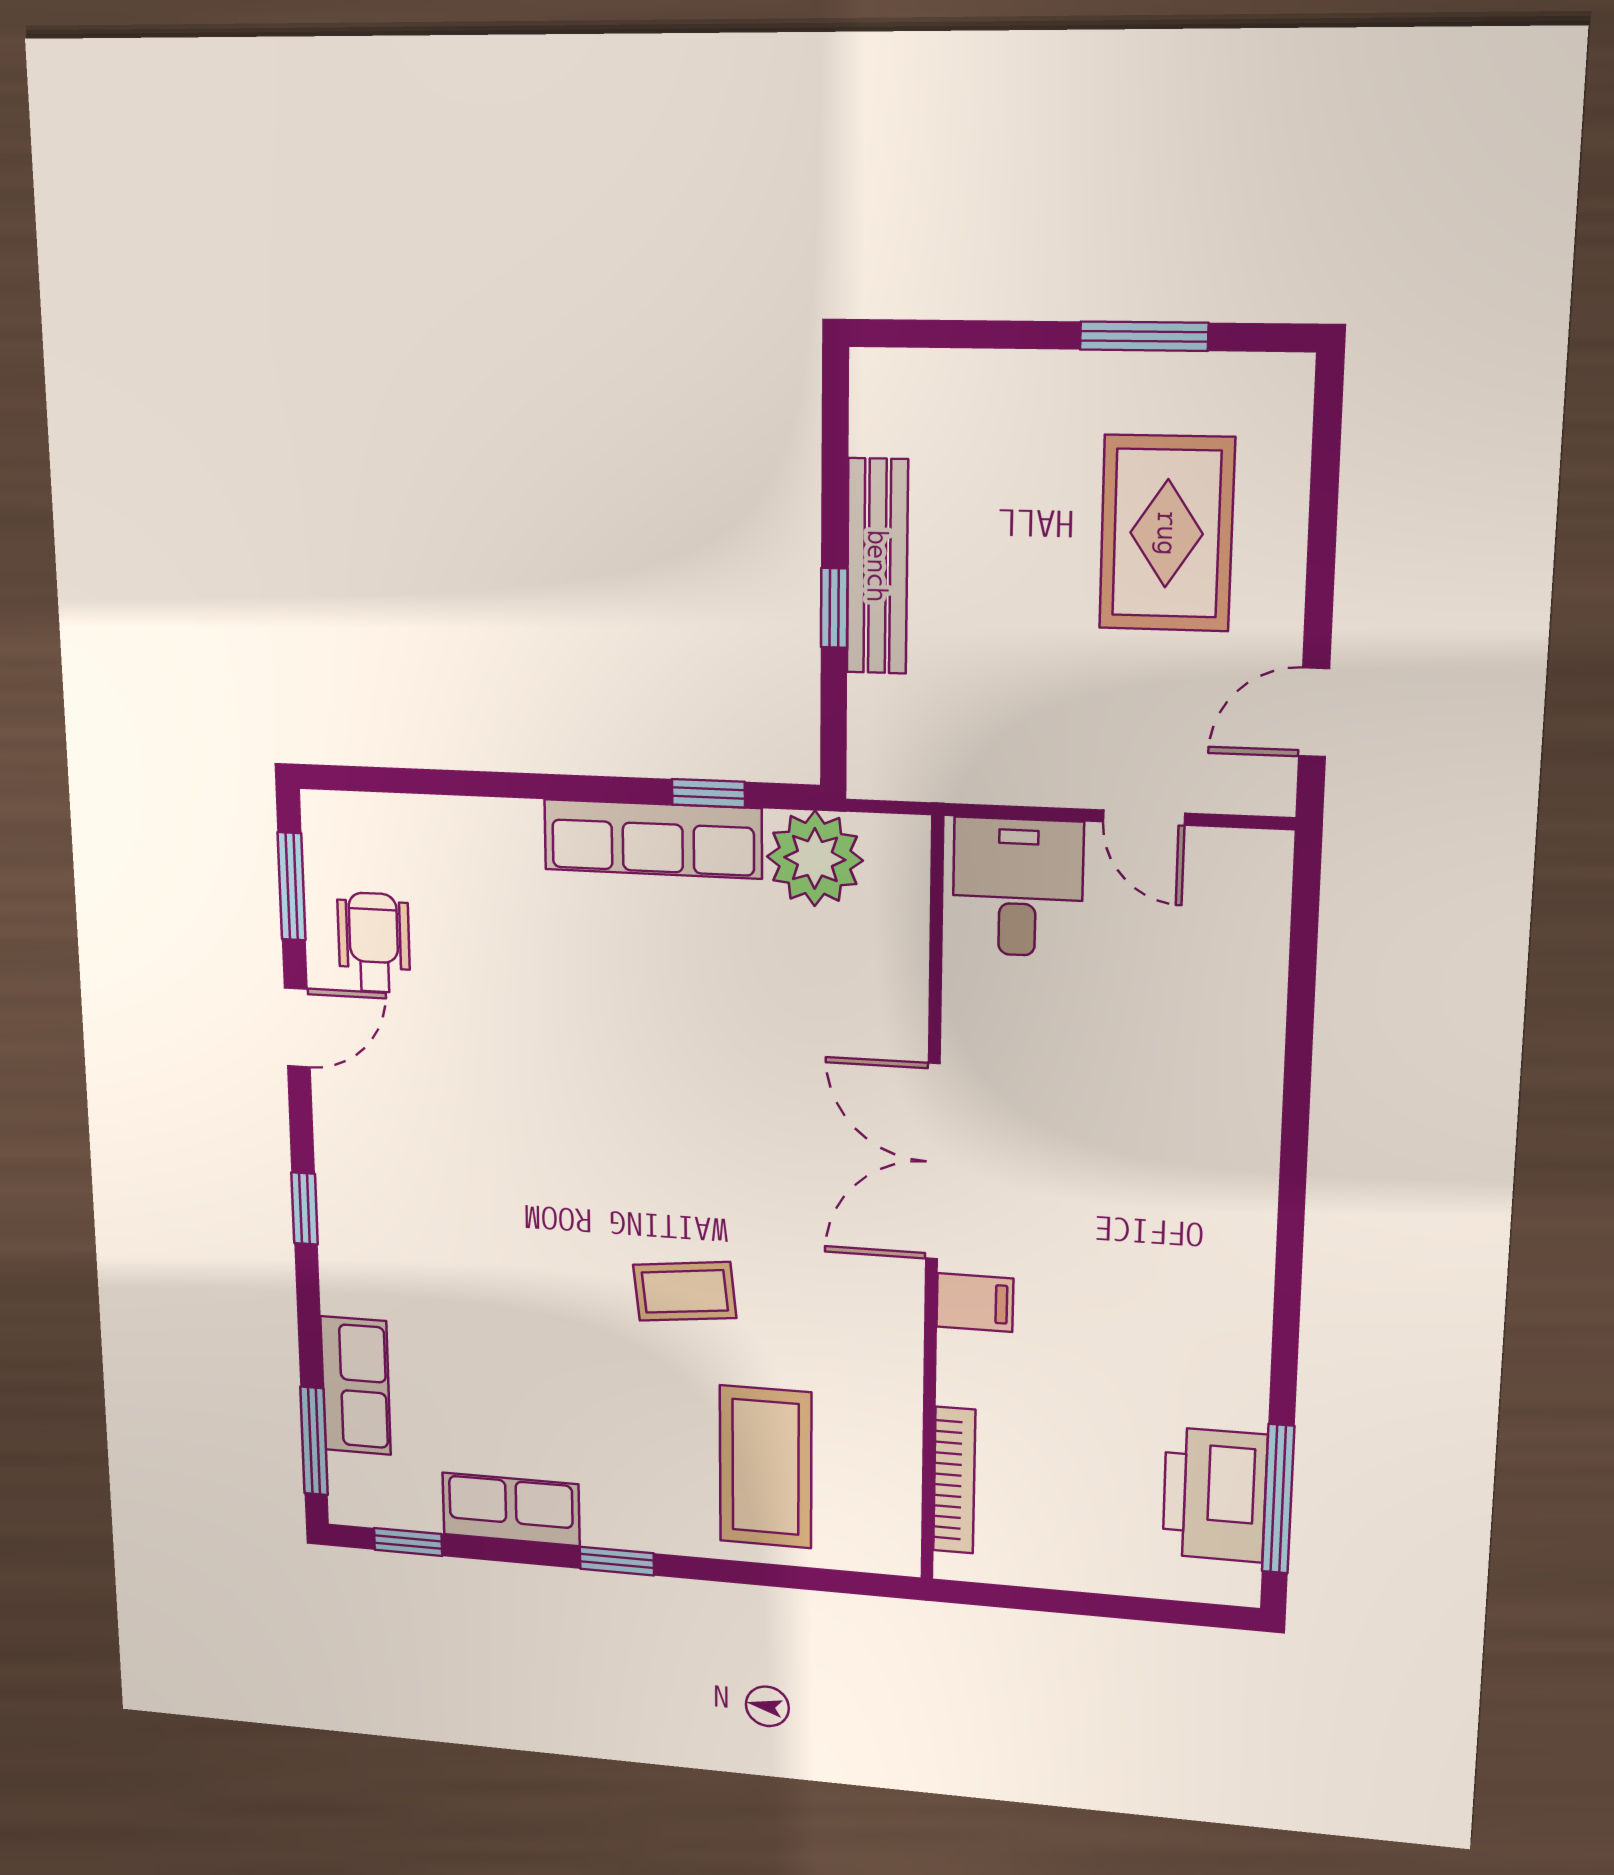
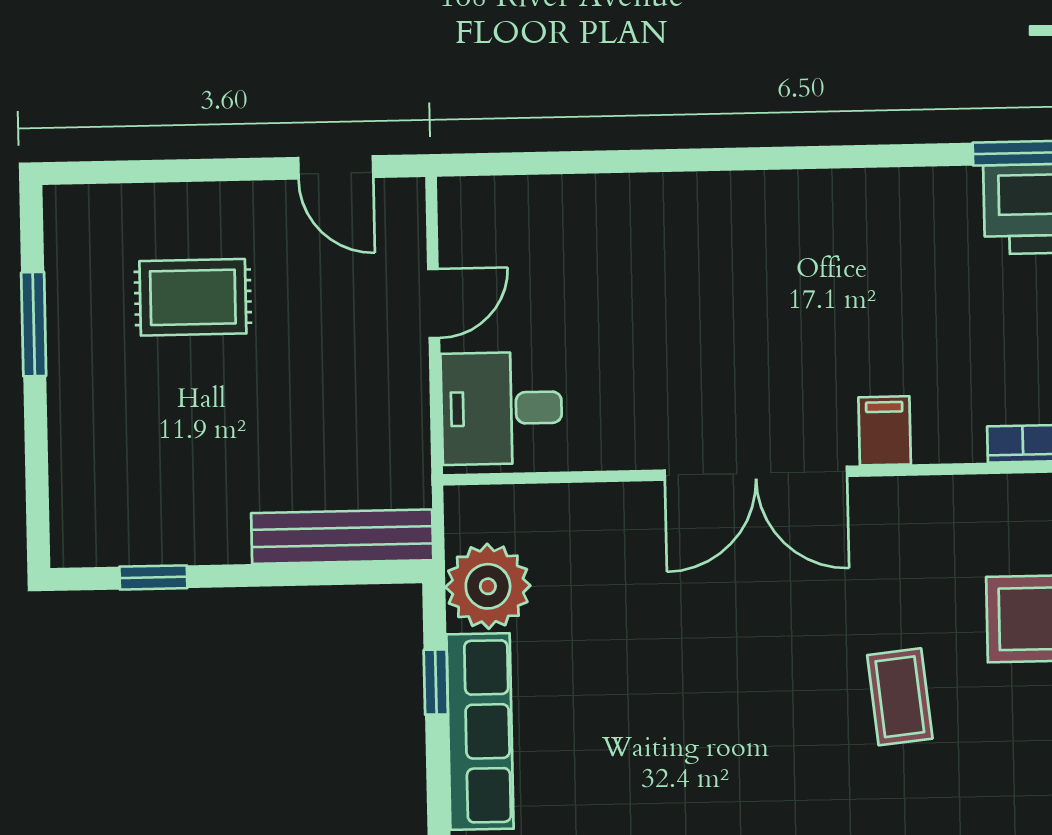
rug: (1167, 533) -> (193, 297), width x0.73, depth x0.70
bench: (877, 566) -> (342, 537), moved
window: (834, 608) -> (153, 577), moved

